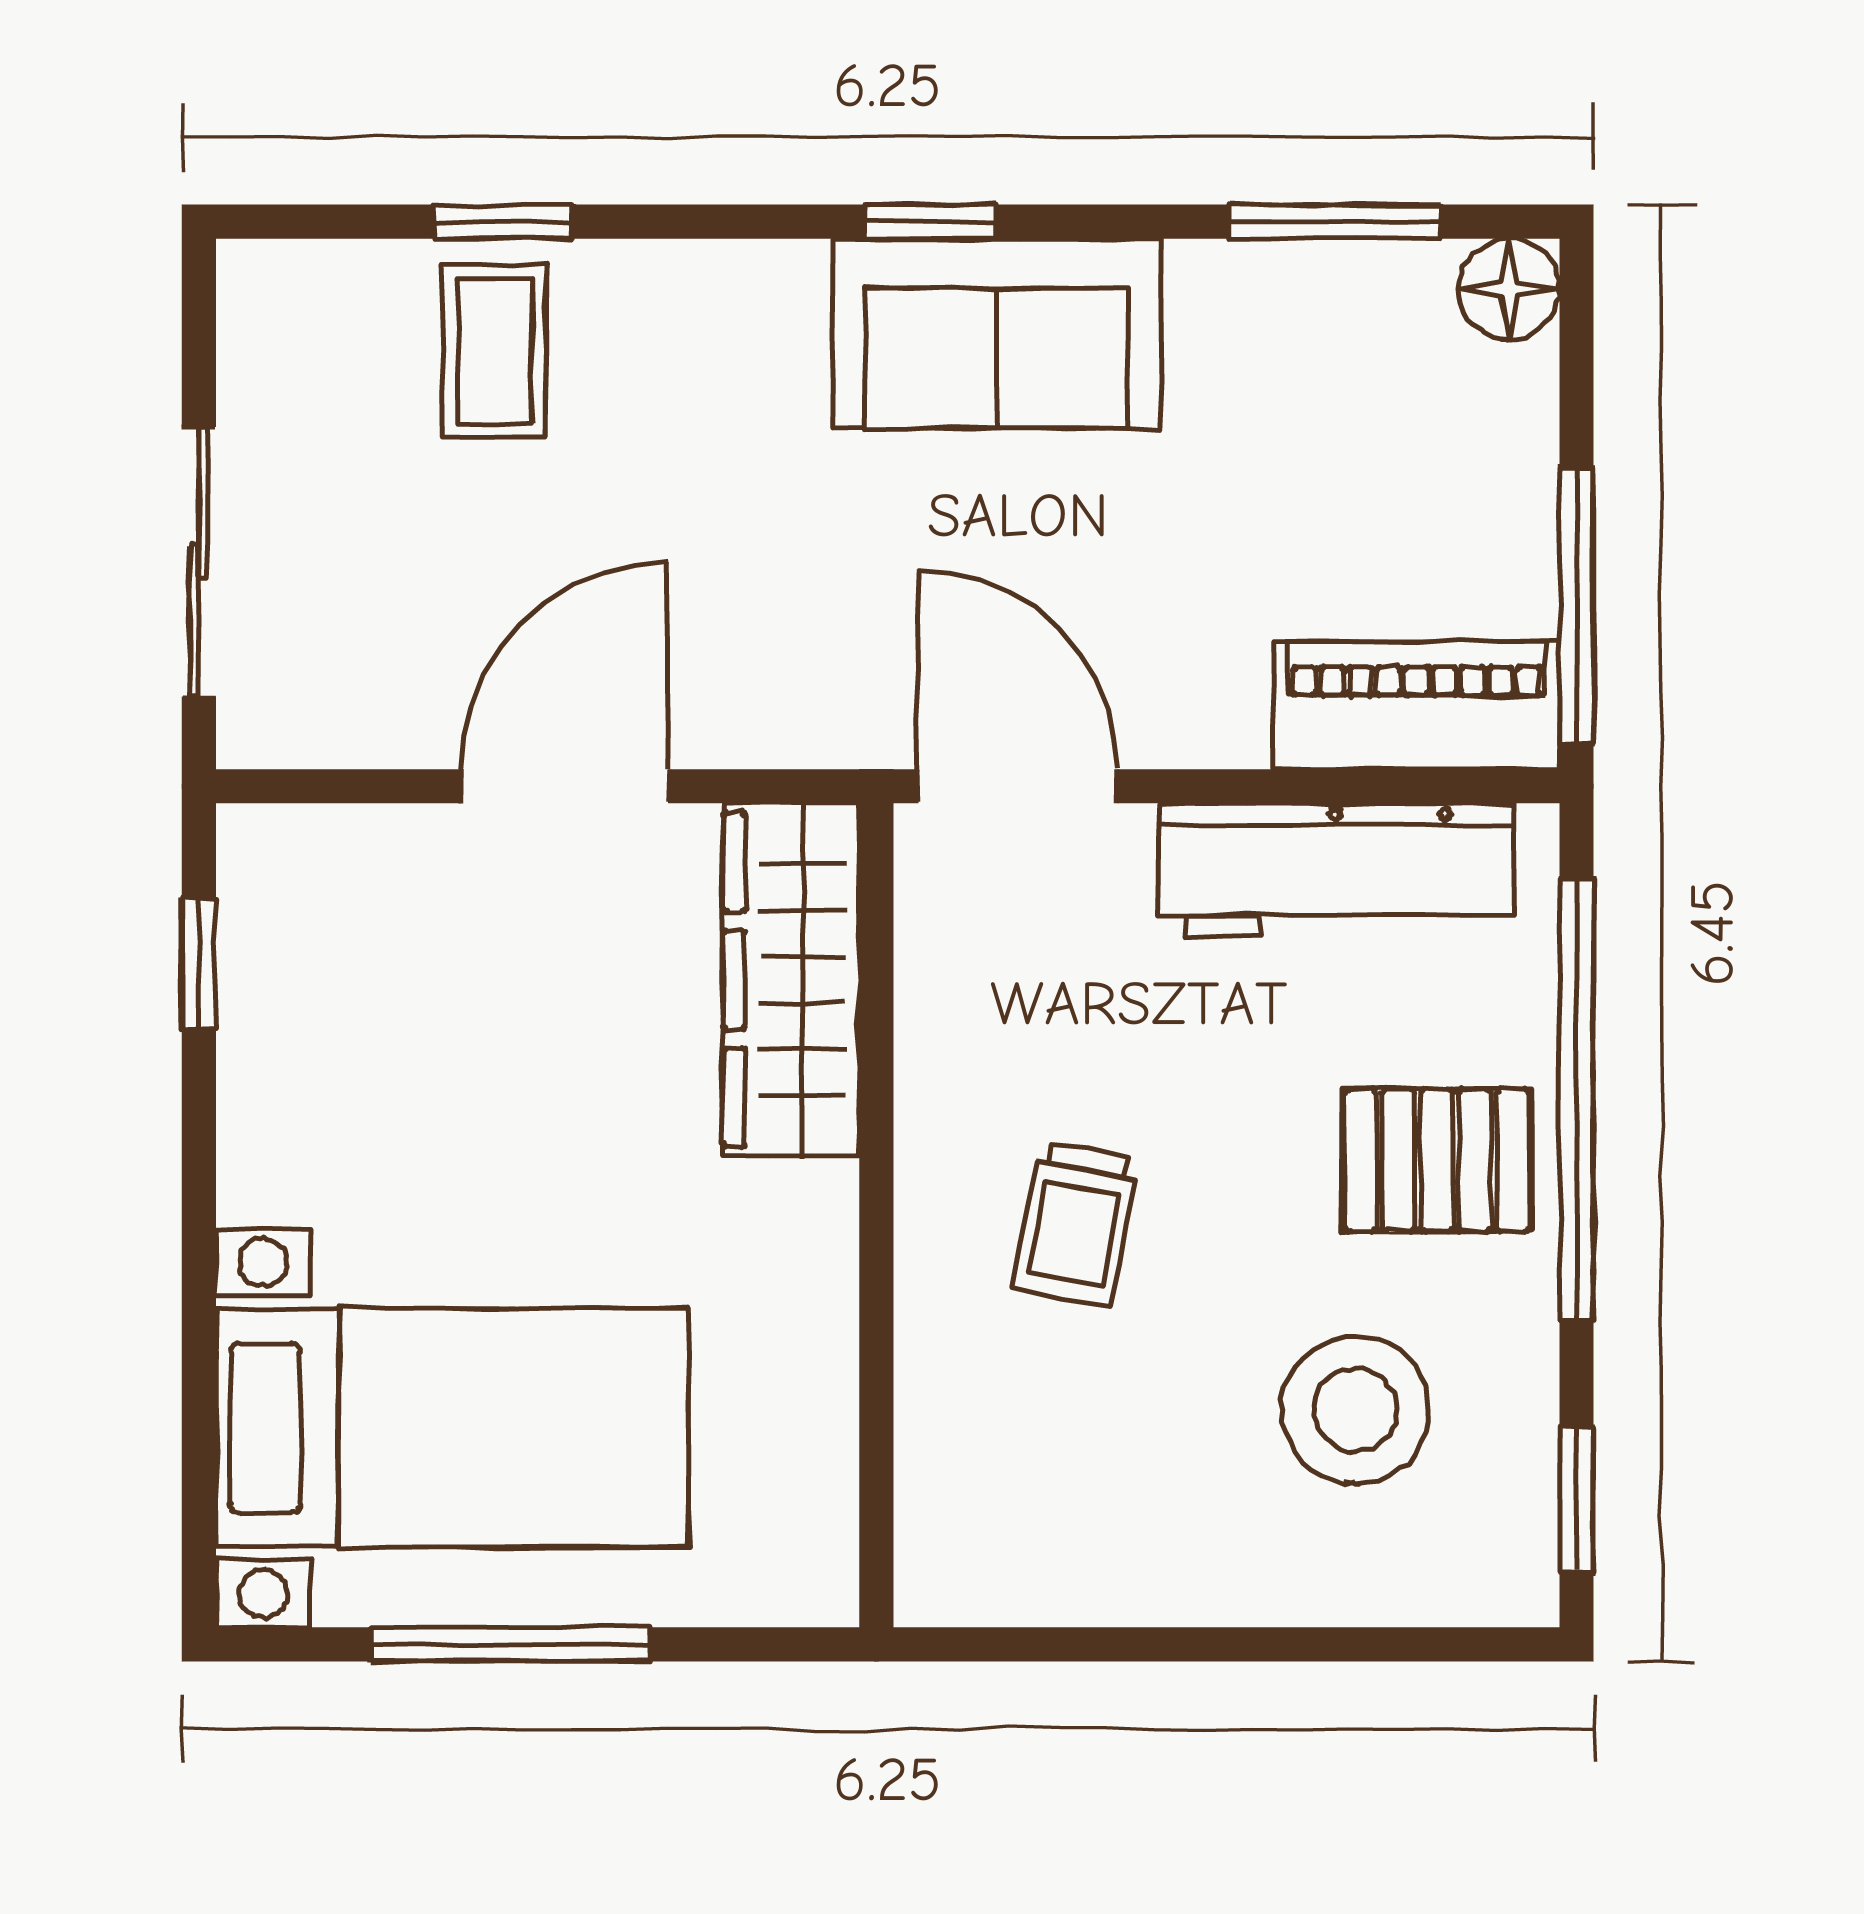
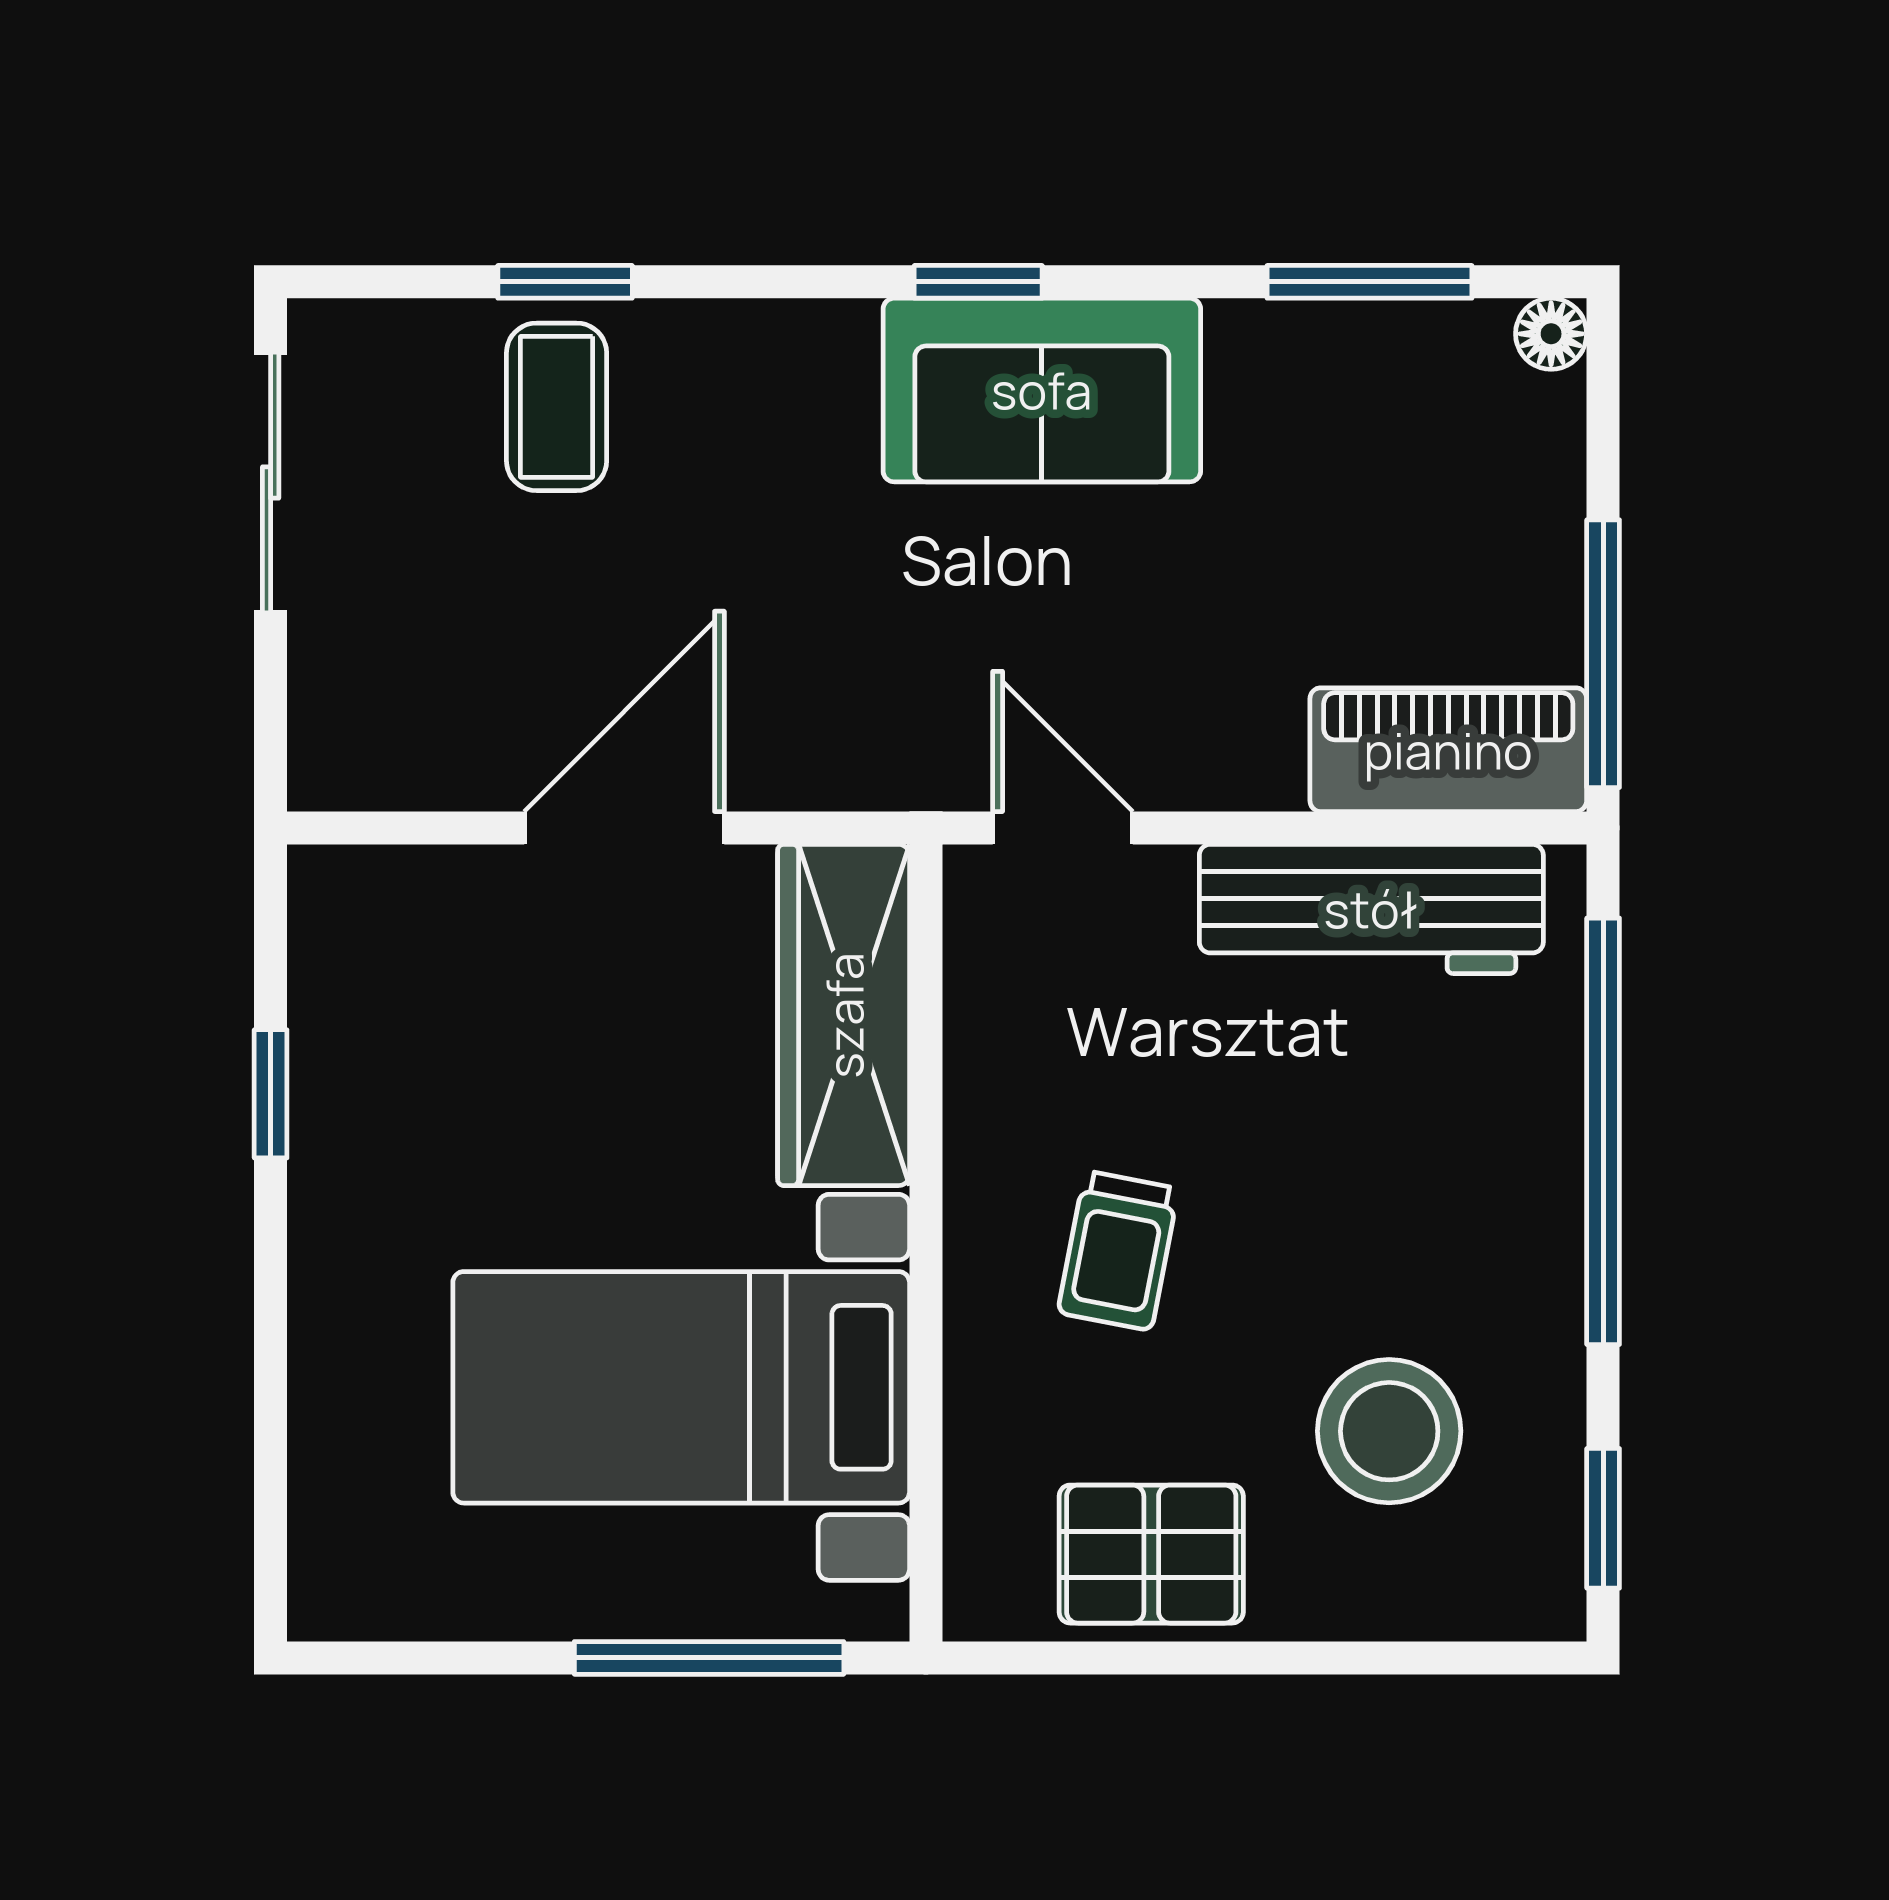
floor lamp: (1509, 289) -> (1551, 334), width x0.73, depth x0.73
sliding door: (199, 562) -> (271, 483), moved
door: (1018, 786) -> (1063, 828), width x0.73
window: (199, 964) -> (271, 1094), moved
pallet: (1436, 1160) -> (1151, 1554), moved
bed with nightstands: (452, 1428) -> (681, 1387), moved, turned 180
window: (510, 1644) -> (709, 1658), moved

